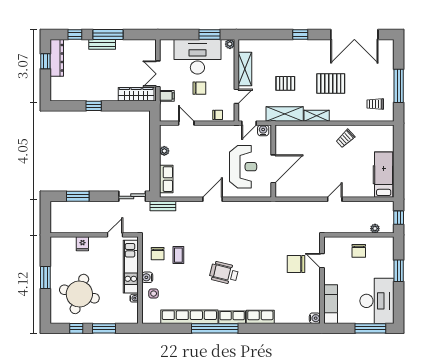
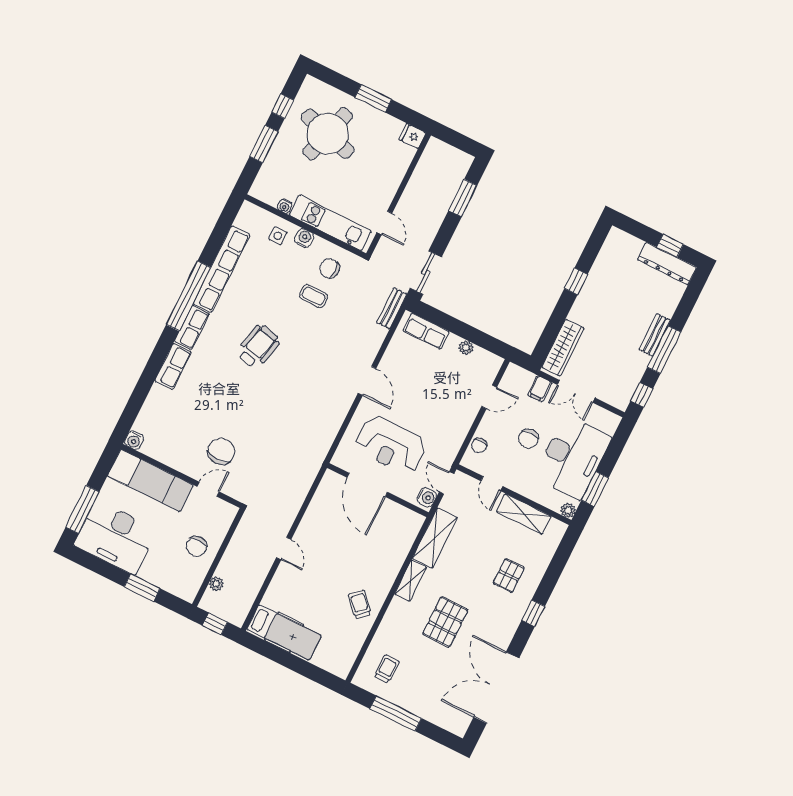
window: (75, 34) -> (642, 395), moved
double door: (158, 74) -> (576, 391), swing flipped
pallet: (285, 83) -> (509, 576), moved
fridge: (82, 244) -> (412, 136), moved
chair: (359, 251) -> (197, 546), turned -90
exam couch: (331, 304) -> (150, 481), width x1.36, depth x1.45

